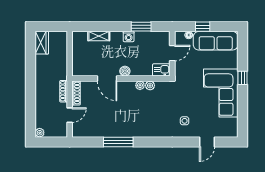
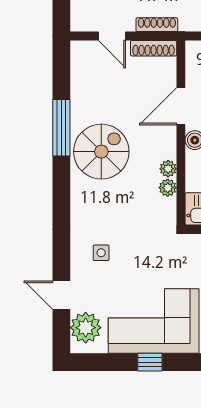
window: (243, 78) -> (150, 362), moved
spiral stairs: (131, 121) -> (101, 152), added
plant: (224, 129) -> (86, 328), added

